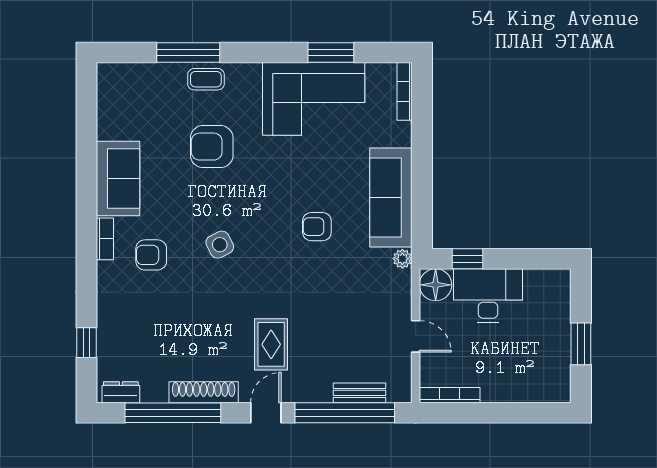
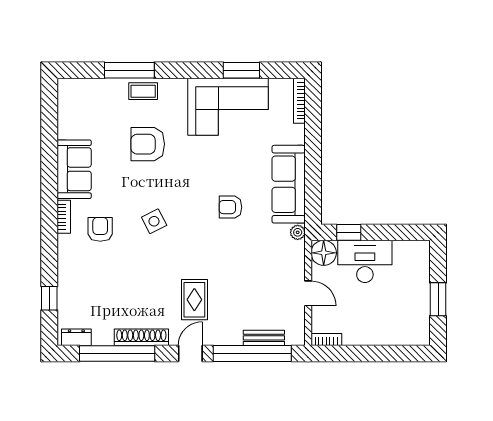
armchair: (151, 255) -> (100, 229), turned 90
bookcase: (450, 395) -> (326, 340), width x0.64

